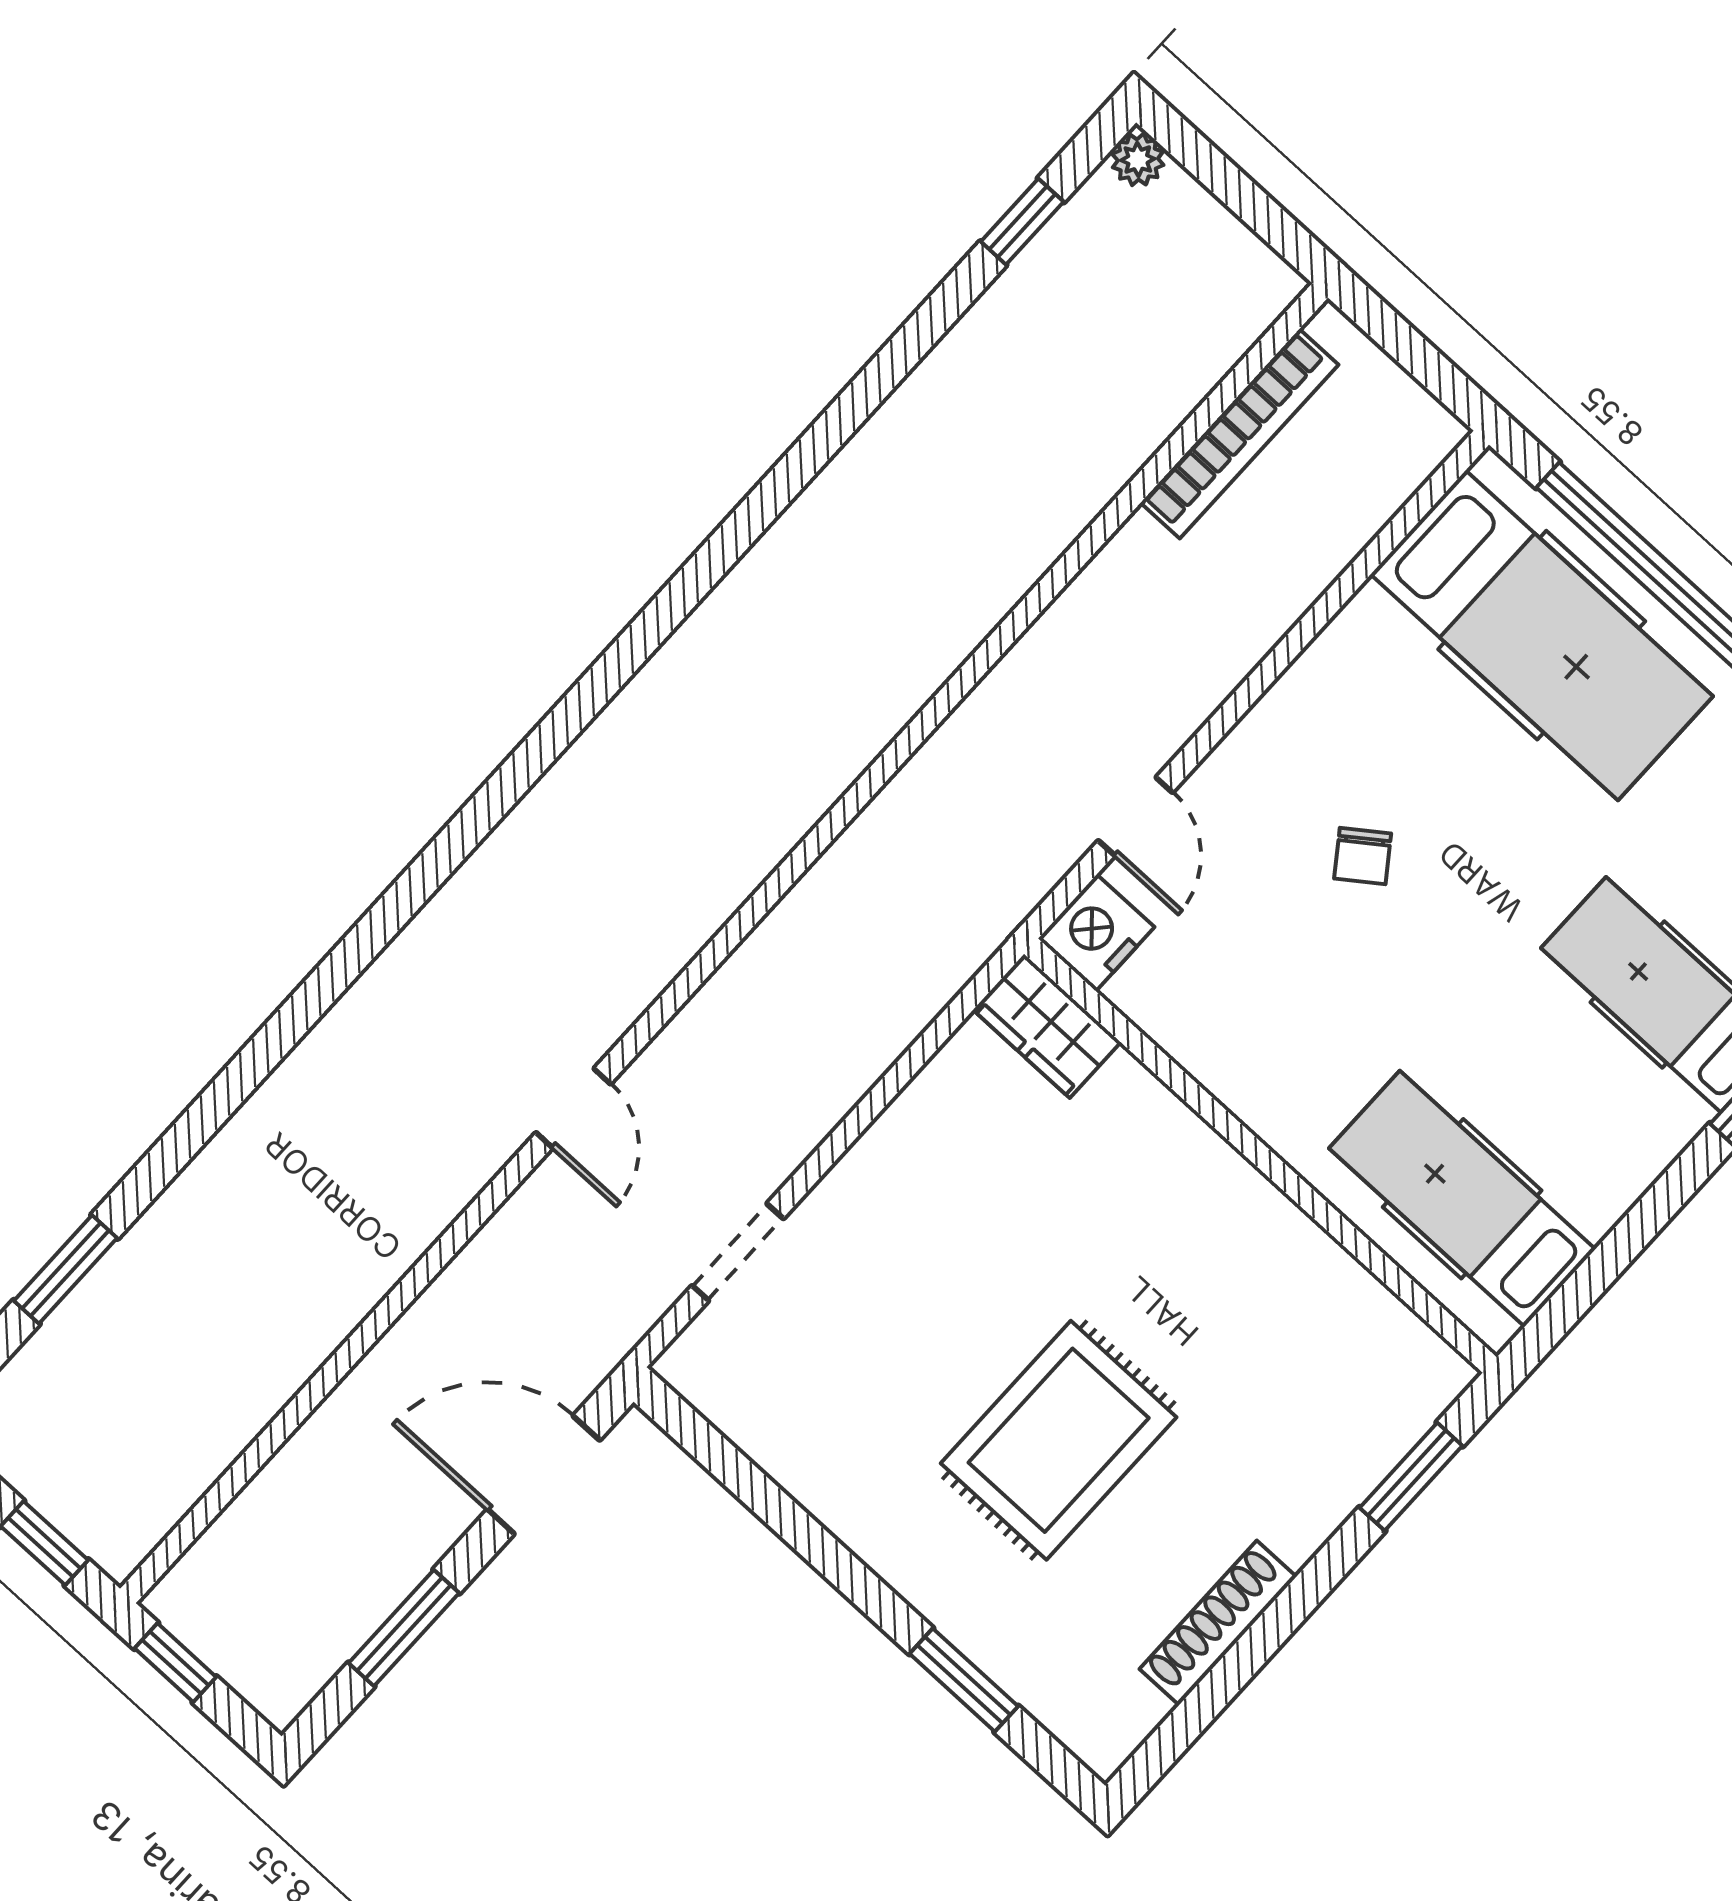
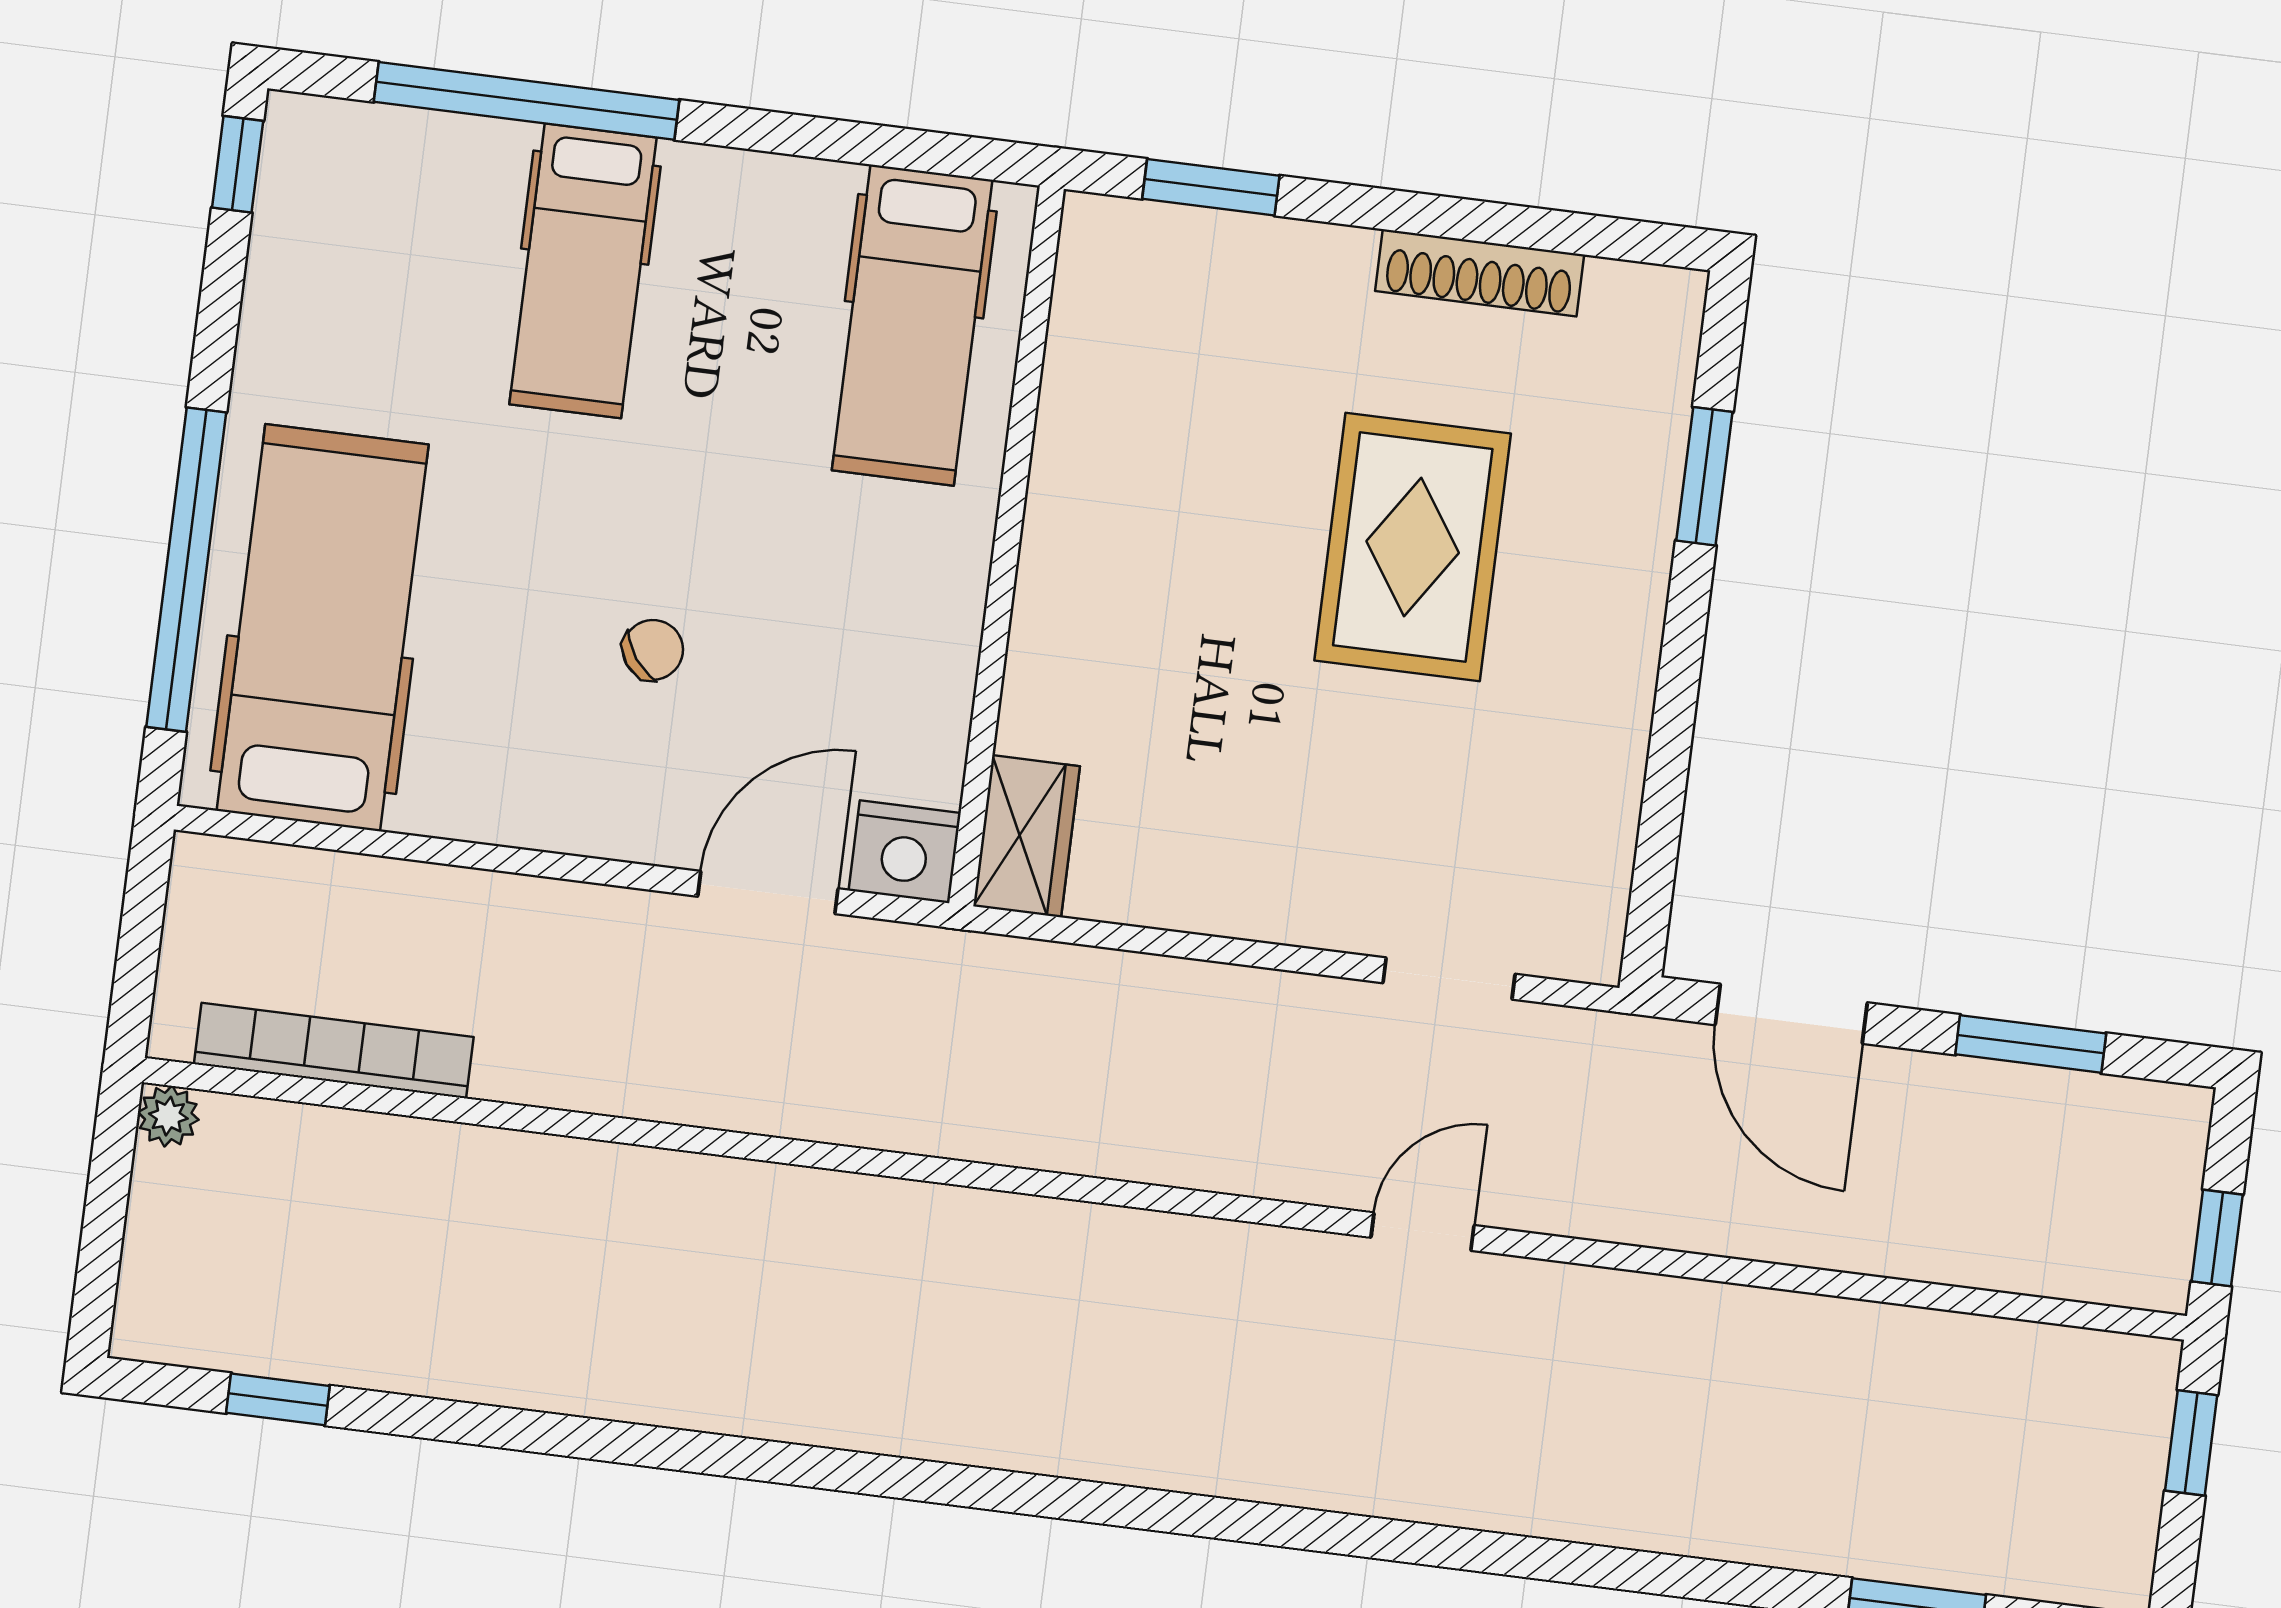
plant: (1138, 160) -> (168, 1116), moved
door: (1135, 817) -> (768, 892), width x1.38
rug: (1059, 1440) -> (1413, 547), turned 90

